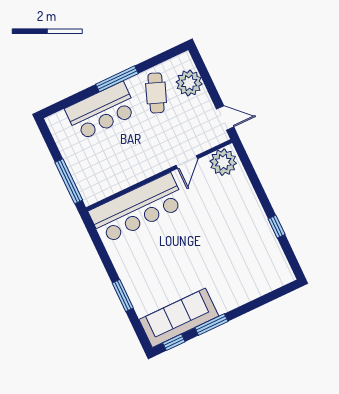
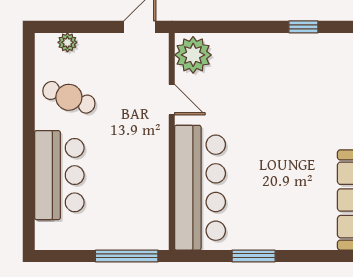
window: (117, 79) -> (29, 137), removed
plant: (189, 83) -> (67, 42), width x0.53, depth x0.53
window: (123, 296) -> (254, 256), moved

